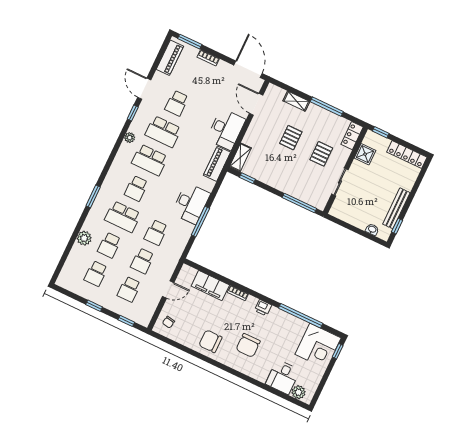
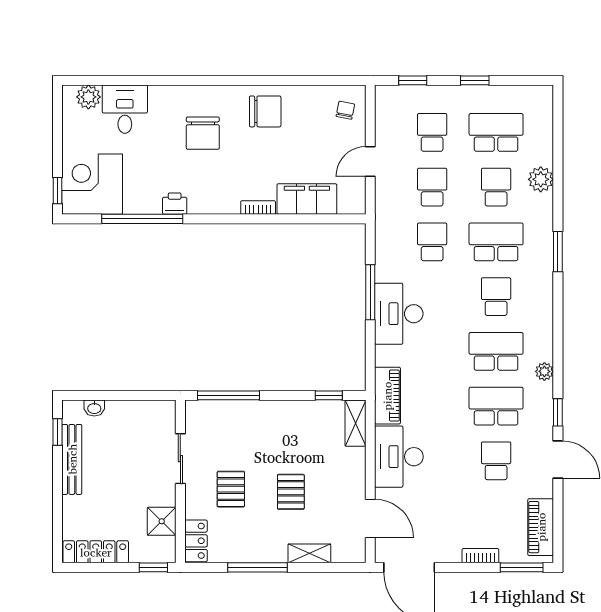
school desk: (96, 274) -> (496, 132), width x1.85
printer: (263, 308) -> (175, 204), moved
chair: (248, 345) -> (203, 133), turned 180

